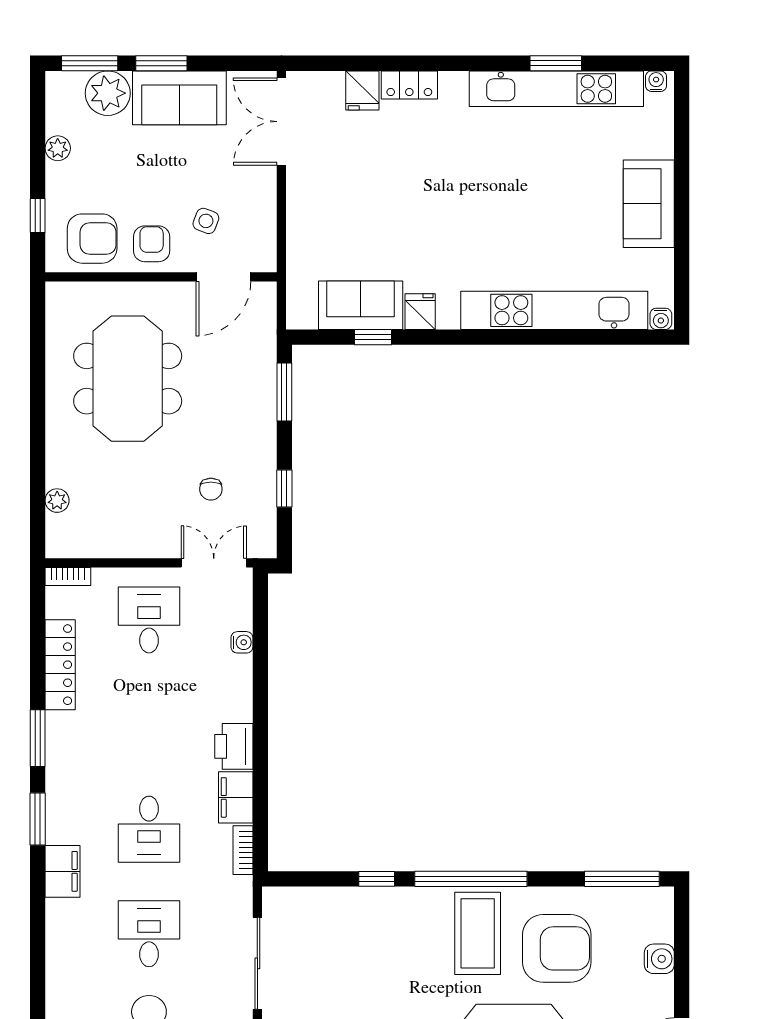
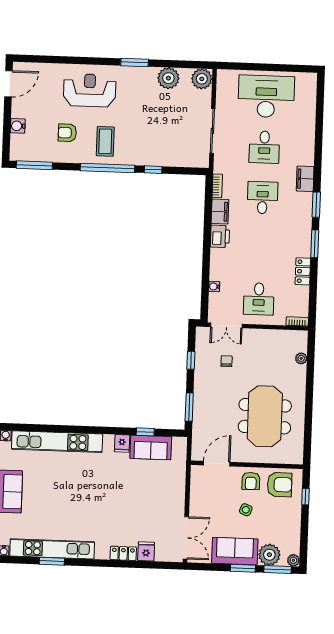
plant: (58, 148) -> (293, 560), moved
side table: (206, 221) -> (246, 510), moved
armchair: (92, 239) -> (280, 485), turned 180
locker: (60, 665) -> (303, 271), width x0.66
coffee table: (478, 933) -> (105, 141), width x0.73, depth x0.76
armchair: (557, 948) -> (67, 133), width x0.53, depth x0.53

